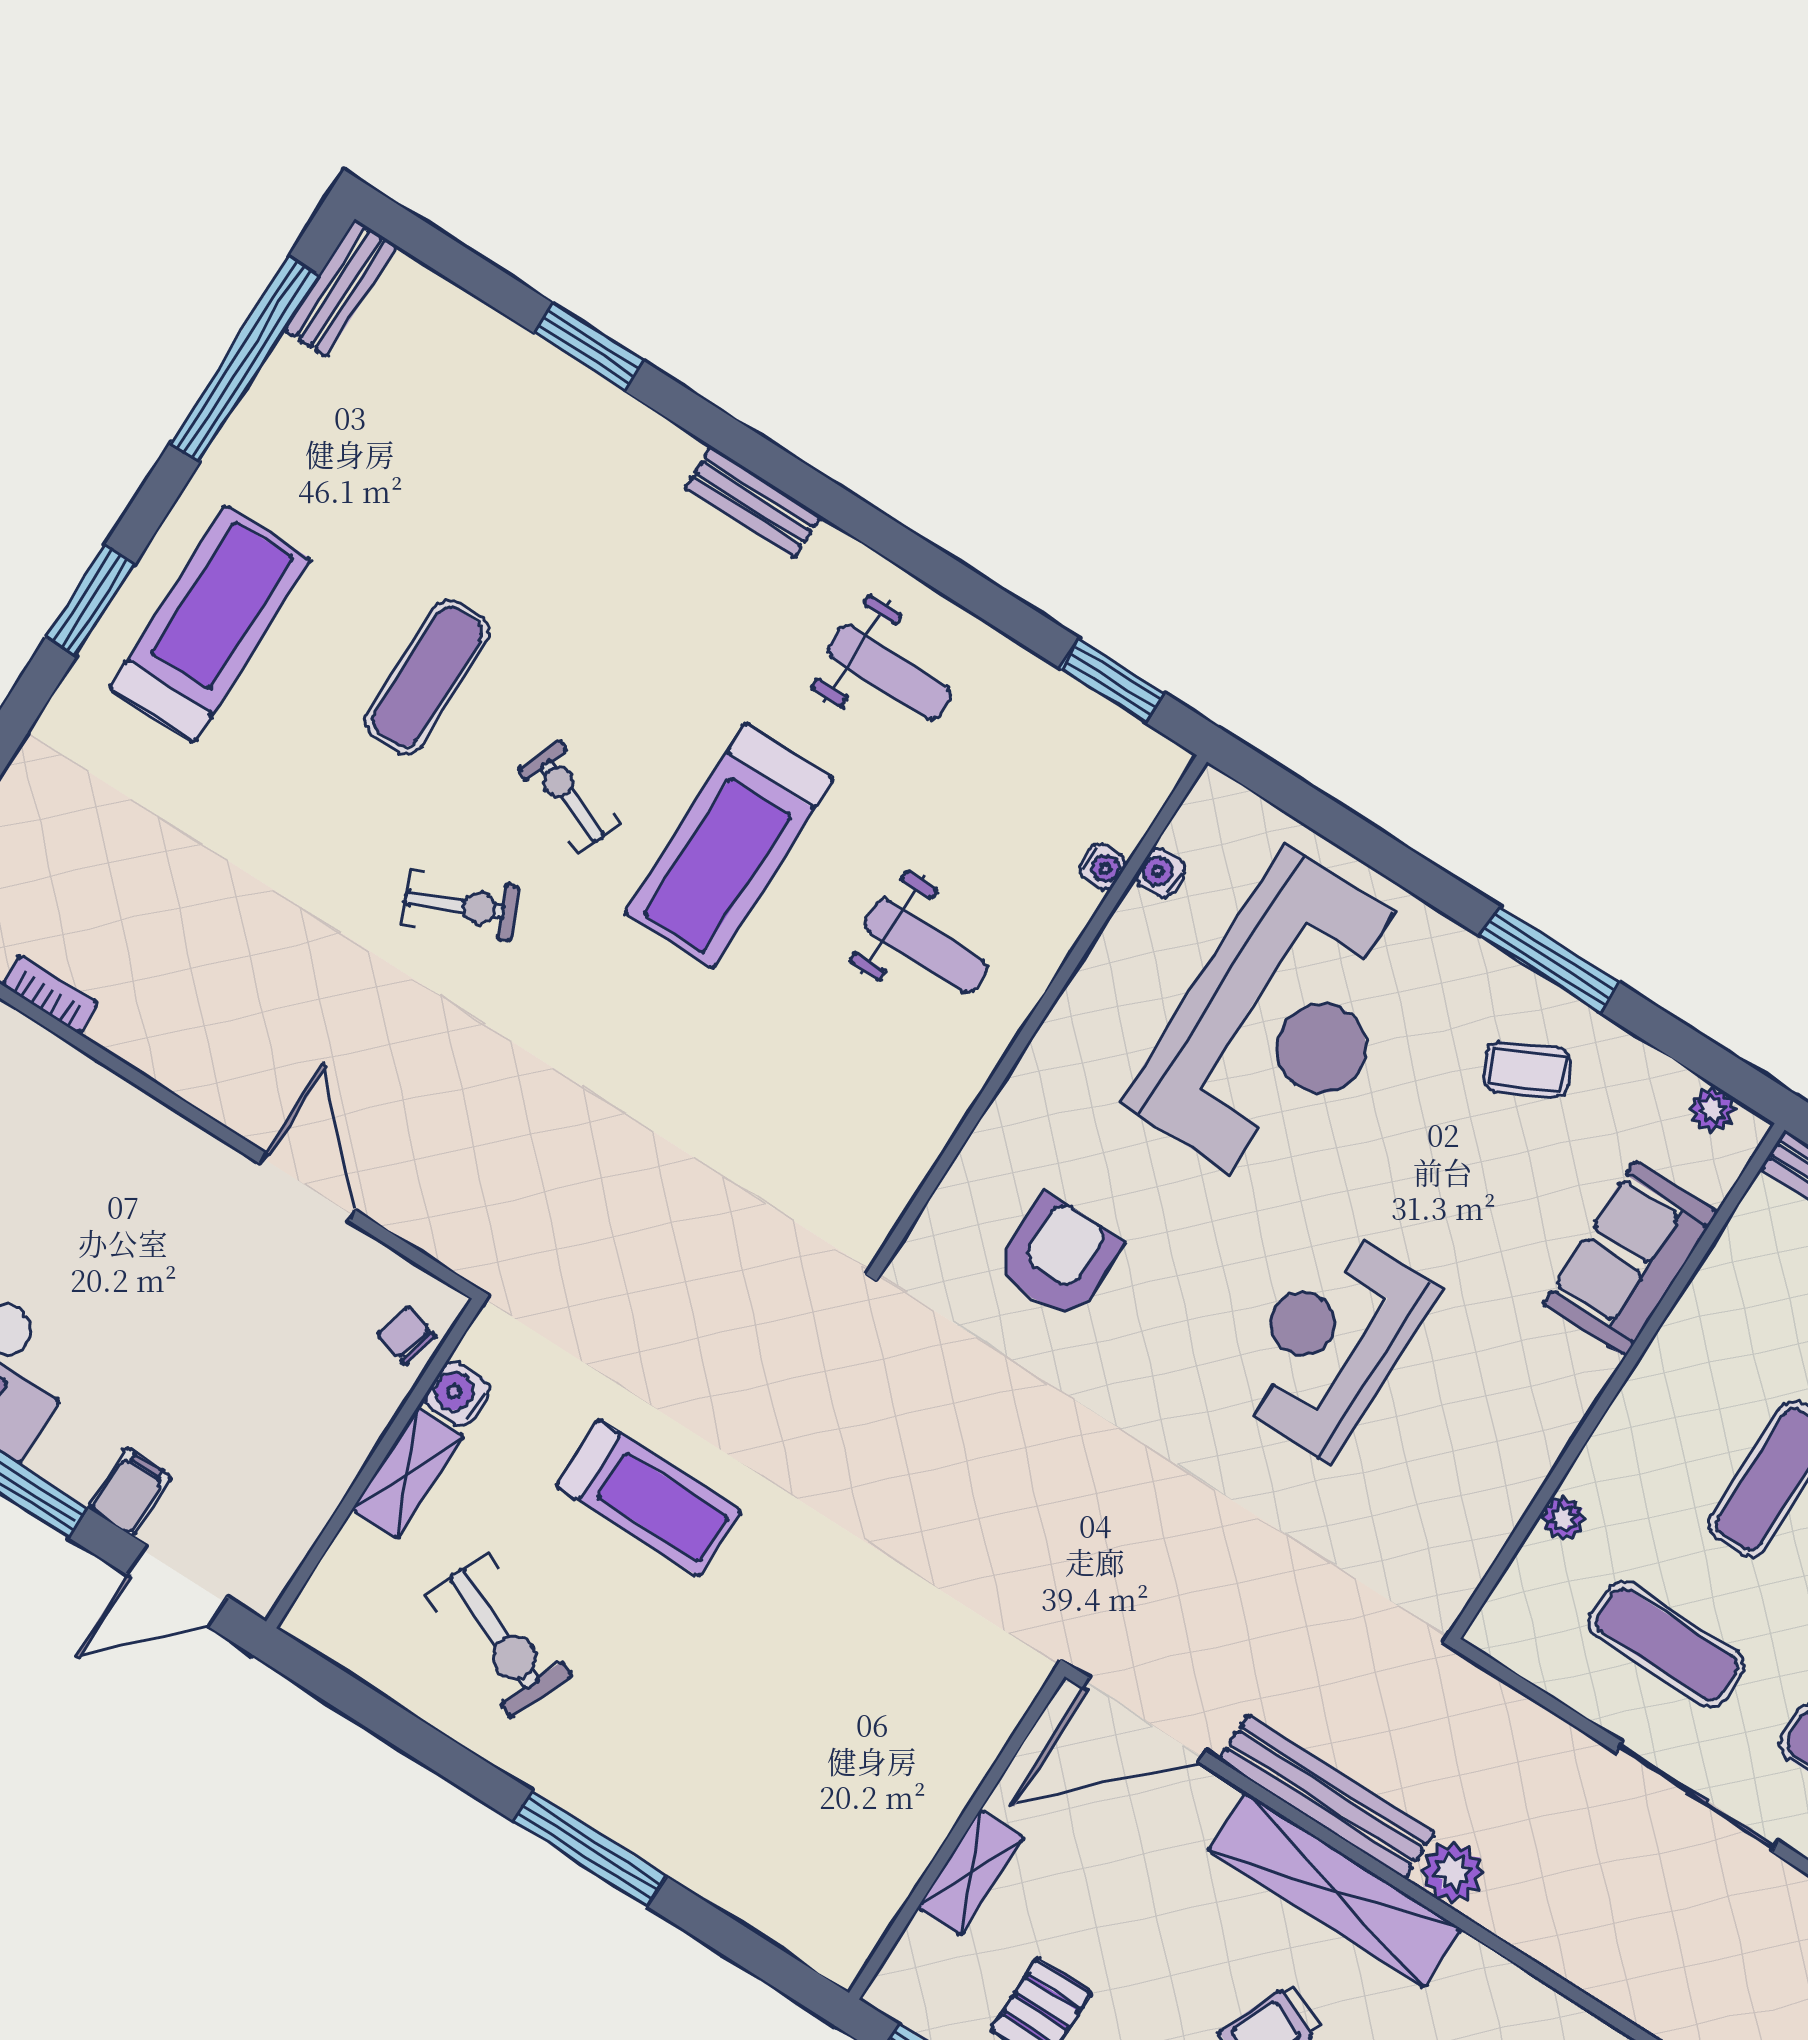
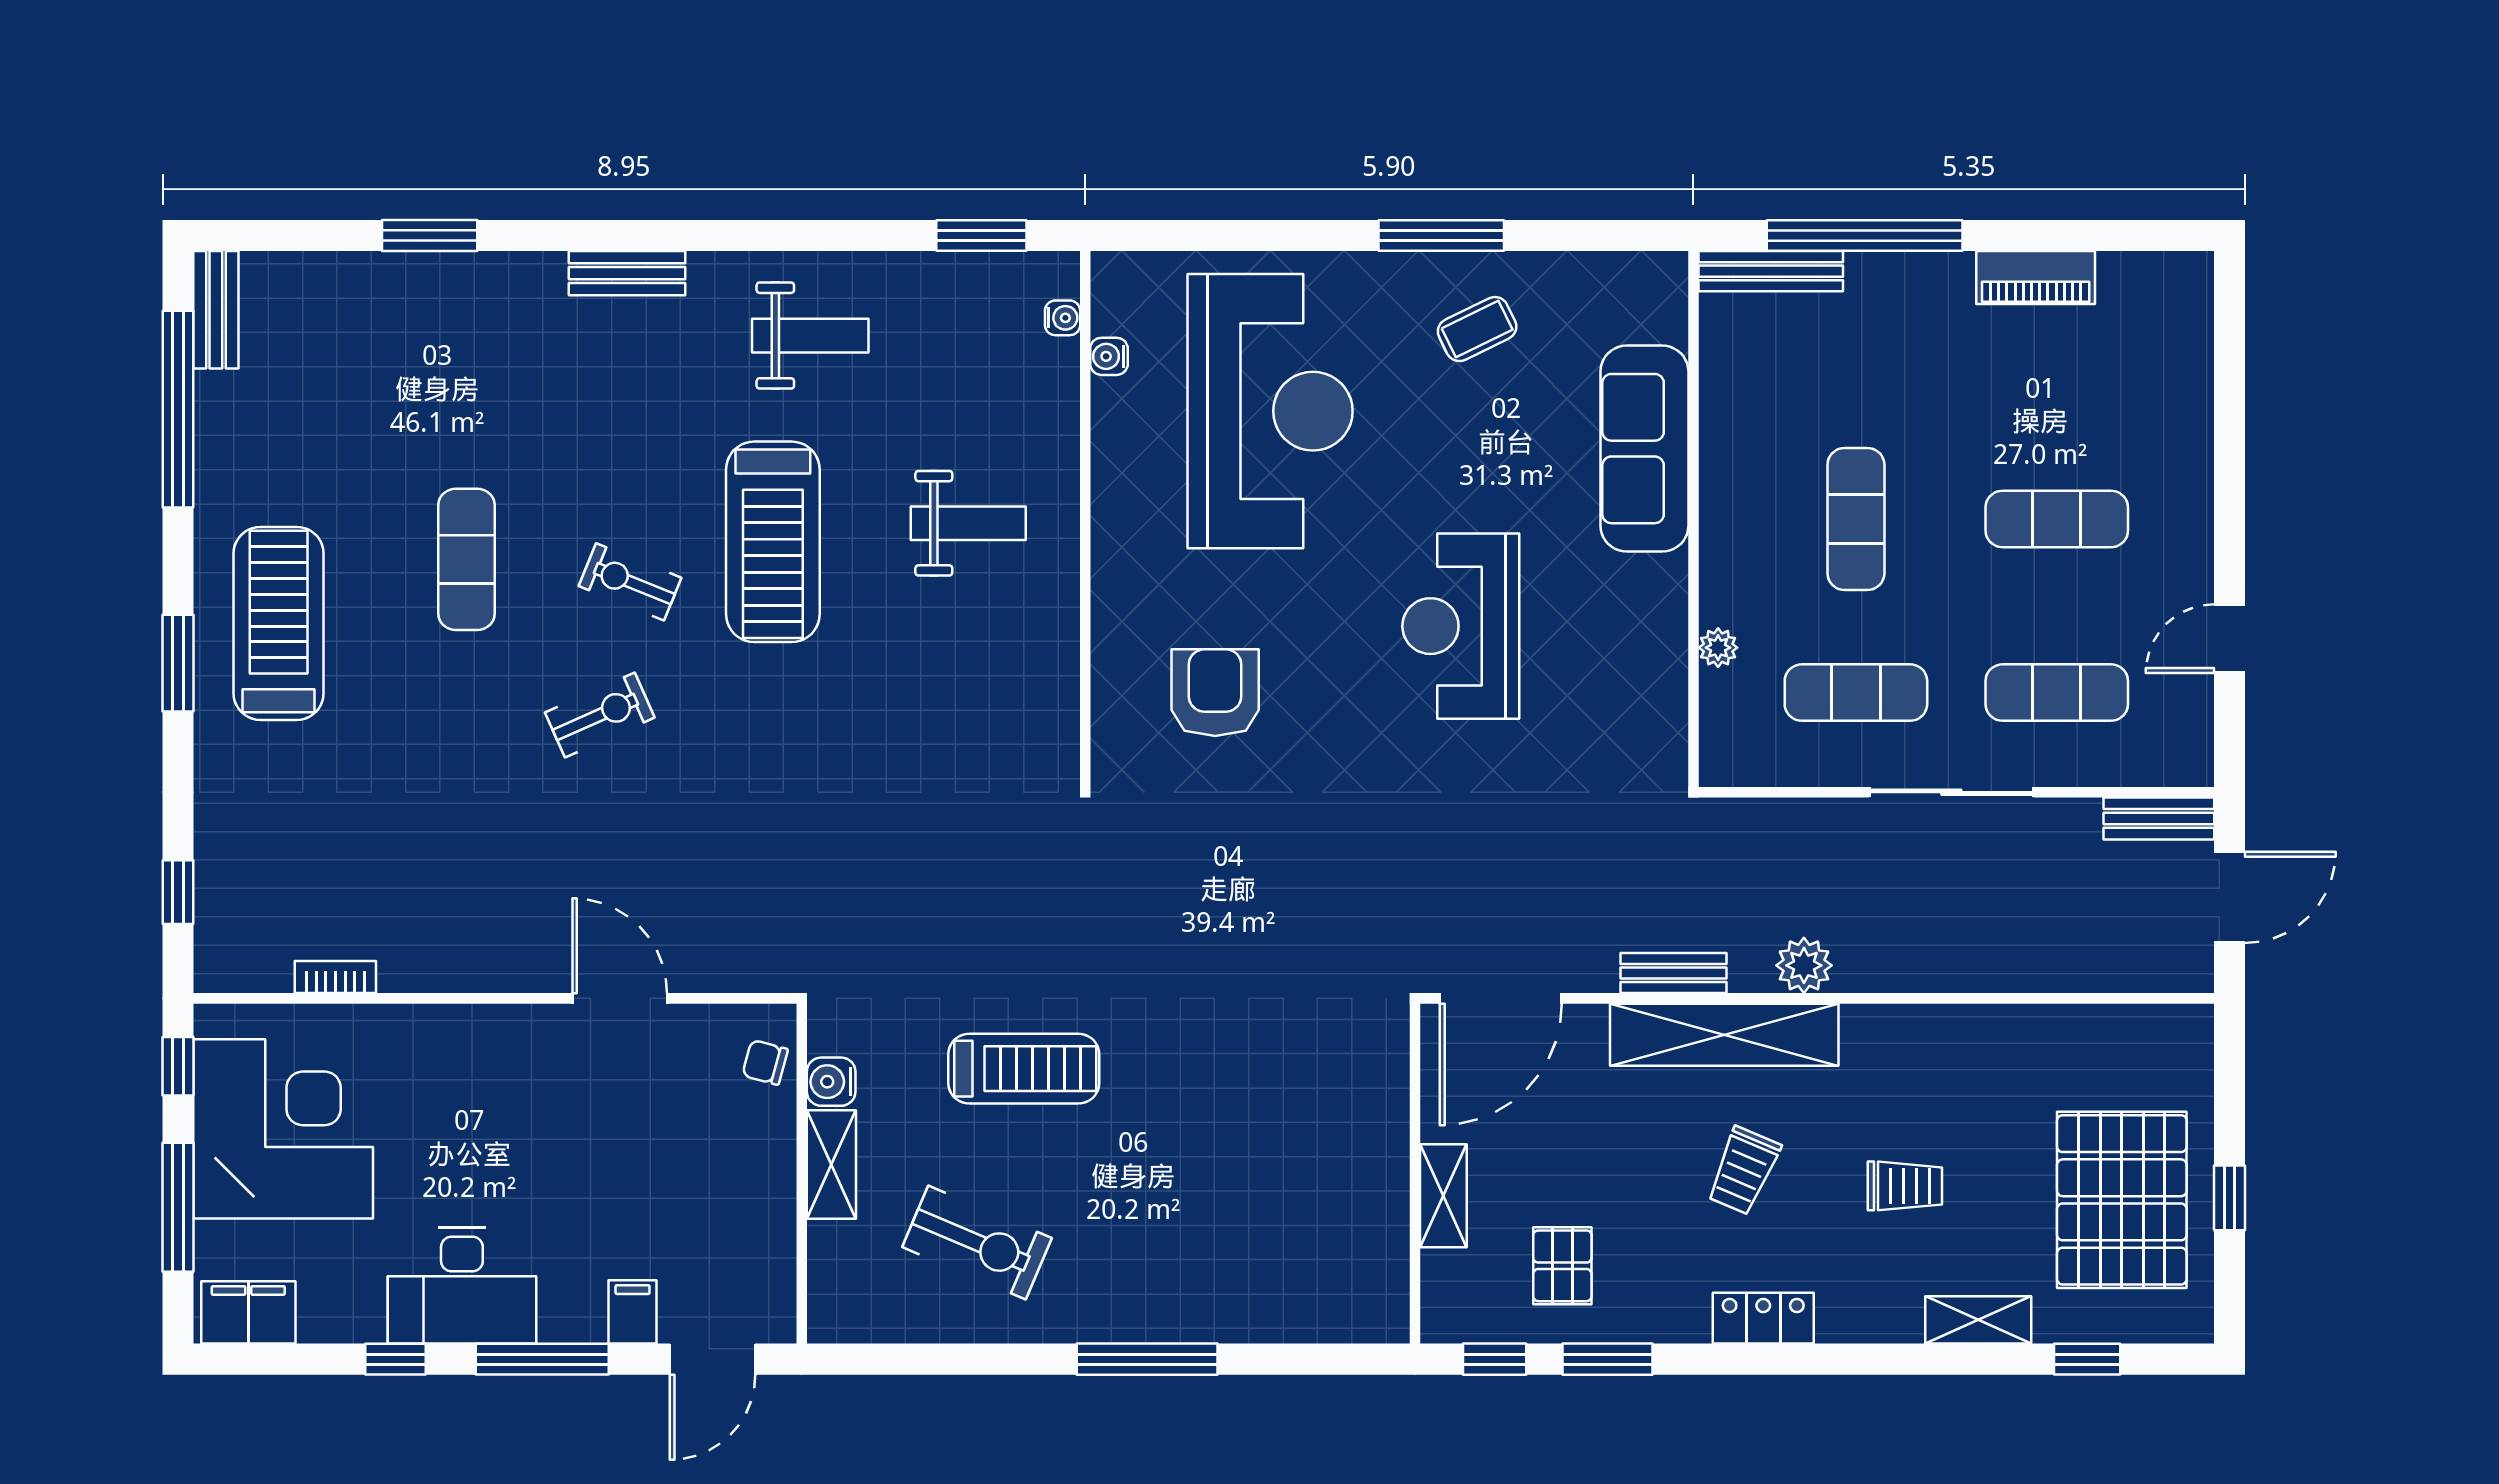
water cooler: (1103, 867) -> (1063, 318), moved
plant: (1712, 1110) -> (1635, 271), removed
sofa: (1630, 1259) -> (1644, 449), width x1.36
bench: (1326, 1796) -> (1673, 973), width x0.54, depth x0.82

